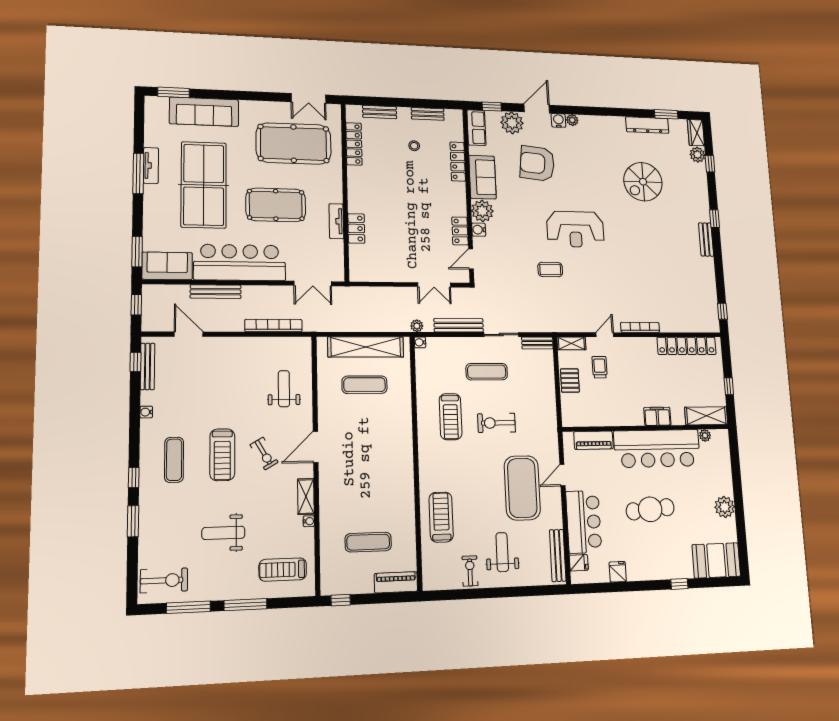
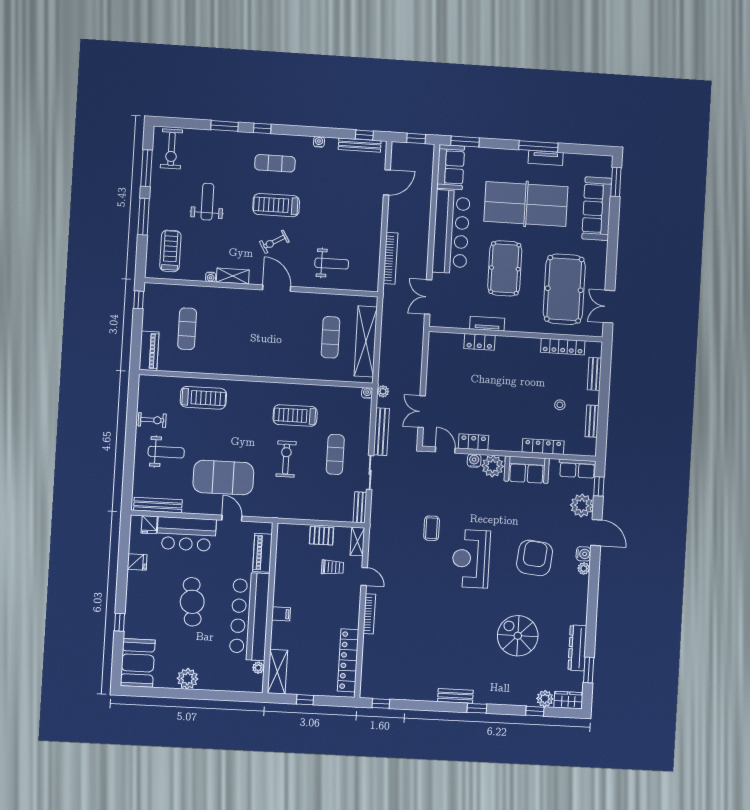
armchair: (537, 163) -> (535, 558), moved
bench: (216, 292) -> (425, 208), removed
filing cabinet: (657, 416) -> (281, 614), width x0.50

